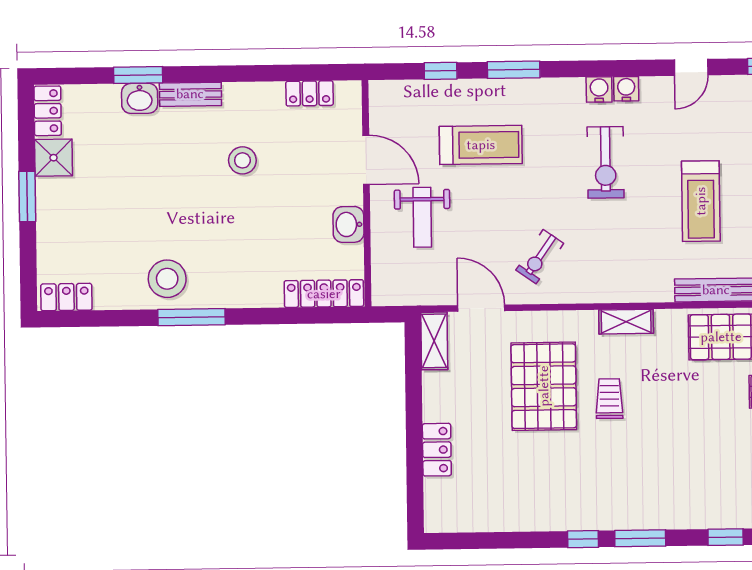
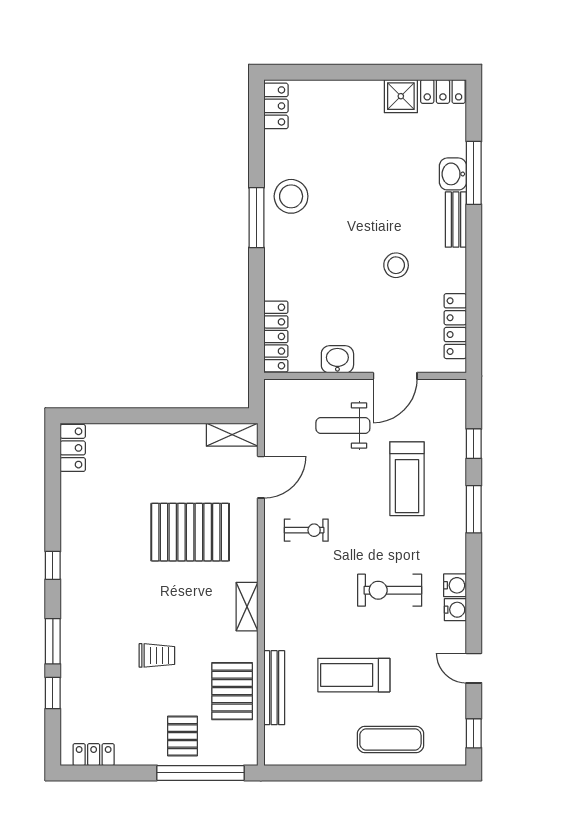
window: (138, 75) -> (474, 173), width x1.44
locker: (310, 93) -> (455, 326), width x1.53
window: (27, 197) -> (366, 72), removed
exercise bike: (540, 257) -> (306, 530), turned 145
trolley: (609, 399) -> (157, 655), moved
locker: (437, 450) -> (73, 448), moved, turned -90
window: (640, 538) -> (53, 641), moved

